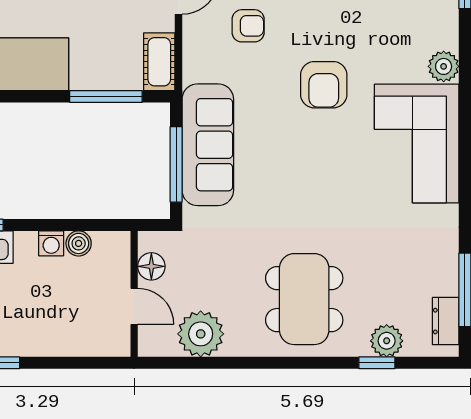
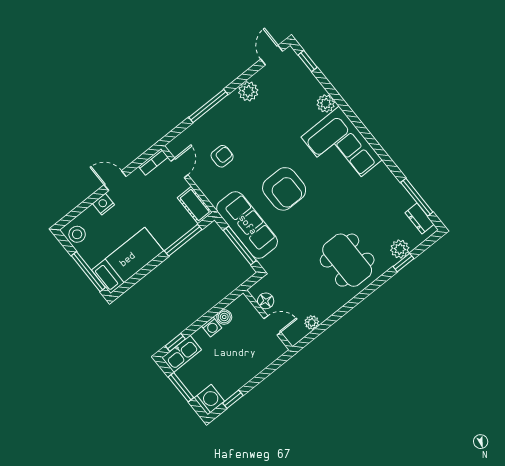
armchair: (324, 85) -> (284, 189), moved, width x1.36, depth x1.36
plant: (201, 334) -> (312, 322), width x0.53, depth x0.53

